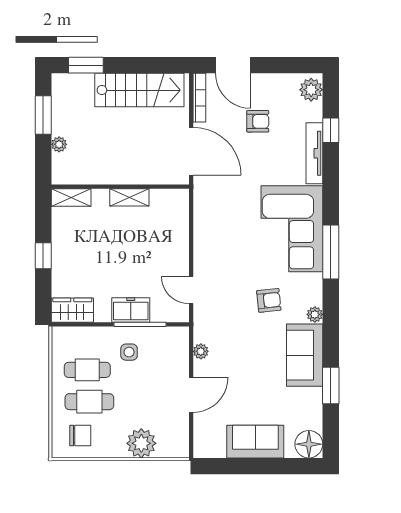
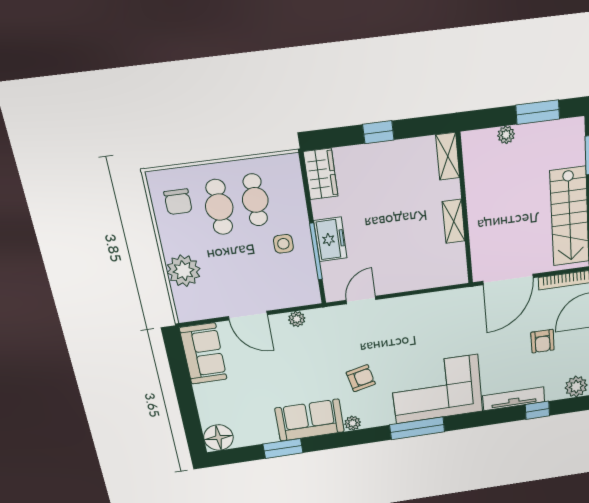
armchair: (269, 300) -> (361, 378), turned -97
sofa: (255, 442) -> (203, 354), moved

